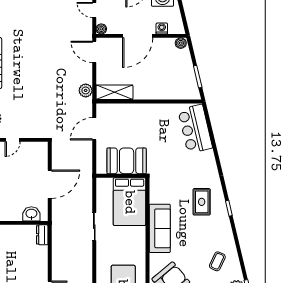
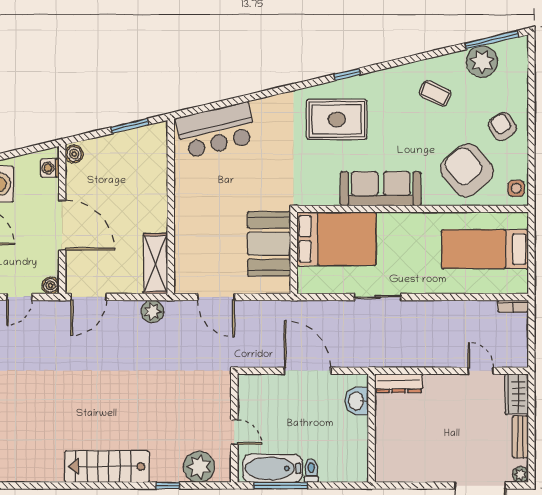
washing machine: (162, 28) -> (50, 168), moved
rug: (202, 202) -> (337, 119), width x1.36, depth x1.43
dresser: (42, 235) -> (399, 383), width x1.44

